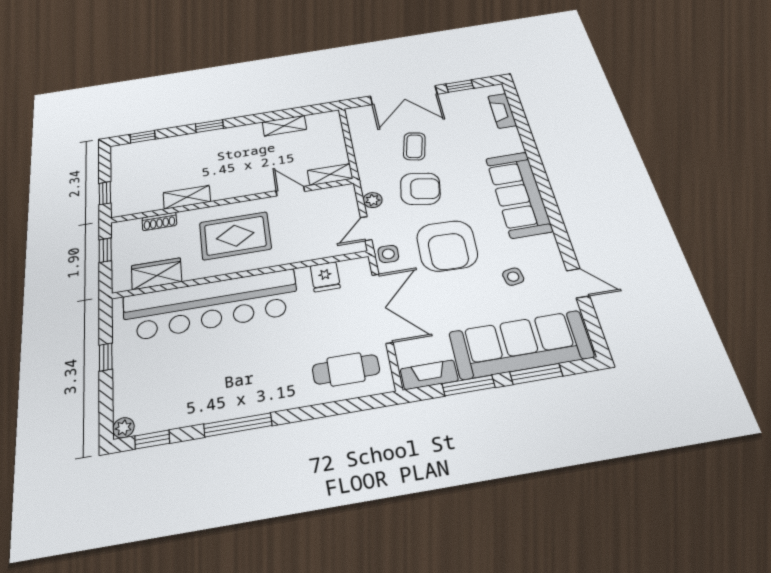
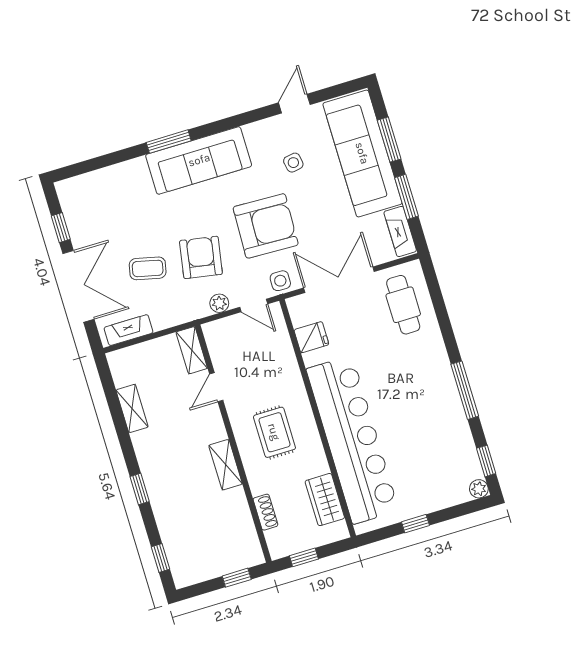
fireplace: (502, 111) -> (129, 330), moved, turned 180
window: (539, 172) -> (169, 142), added
shelving: (187, 197) -> (226, 465), moved
rug: (235, 236) -> (274, 432), width x0.73, depth x0.70

